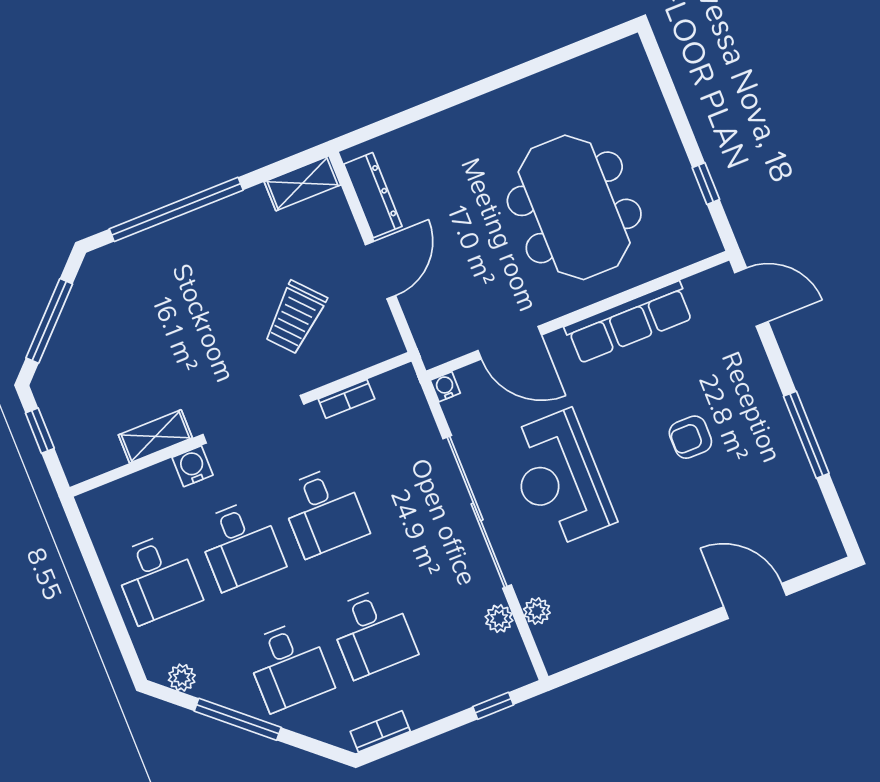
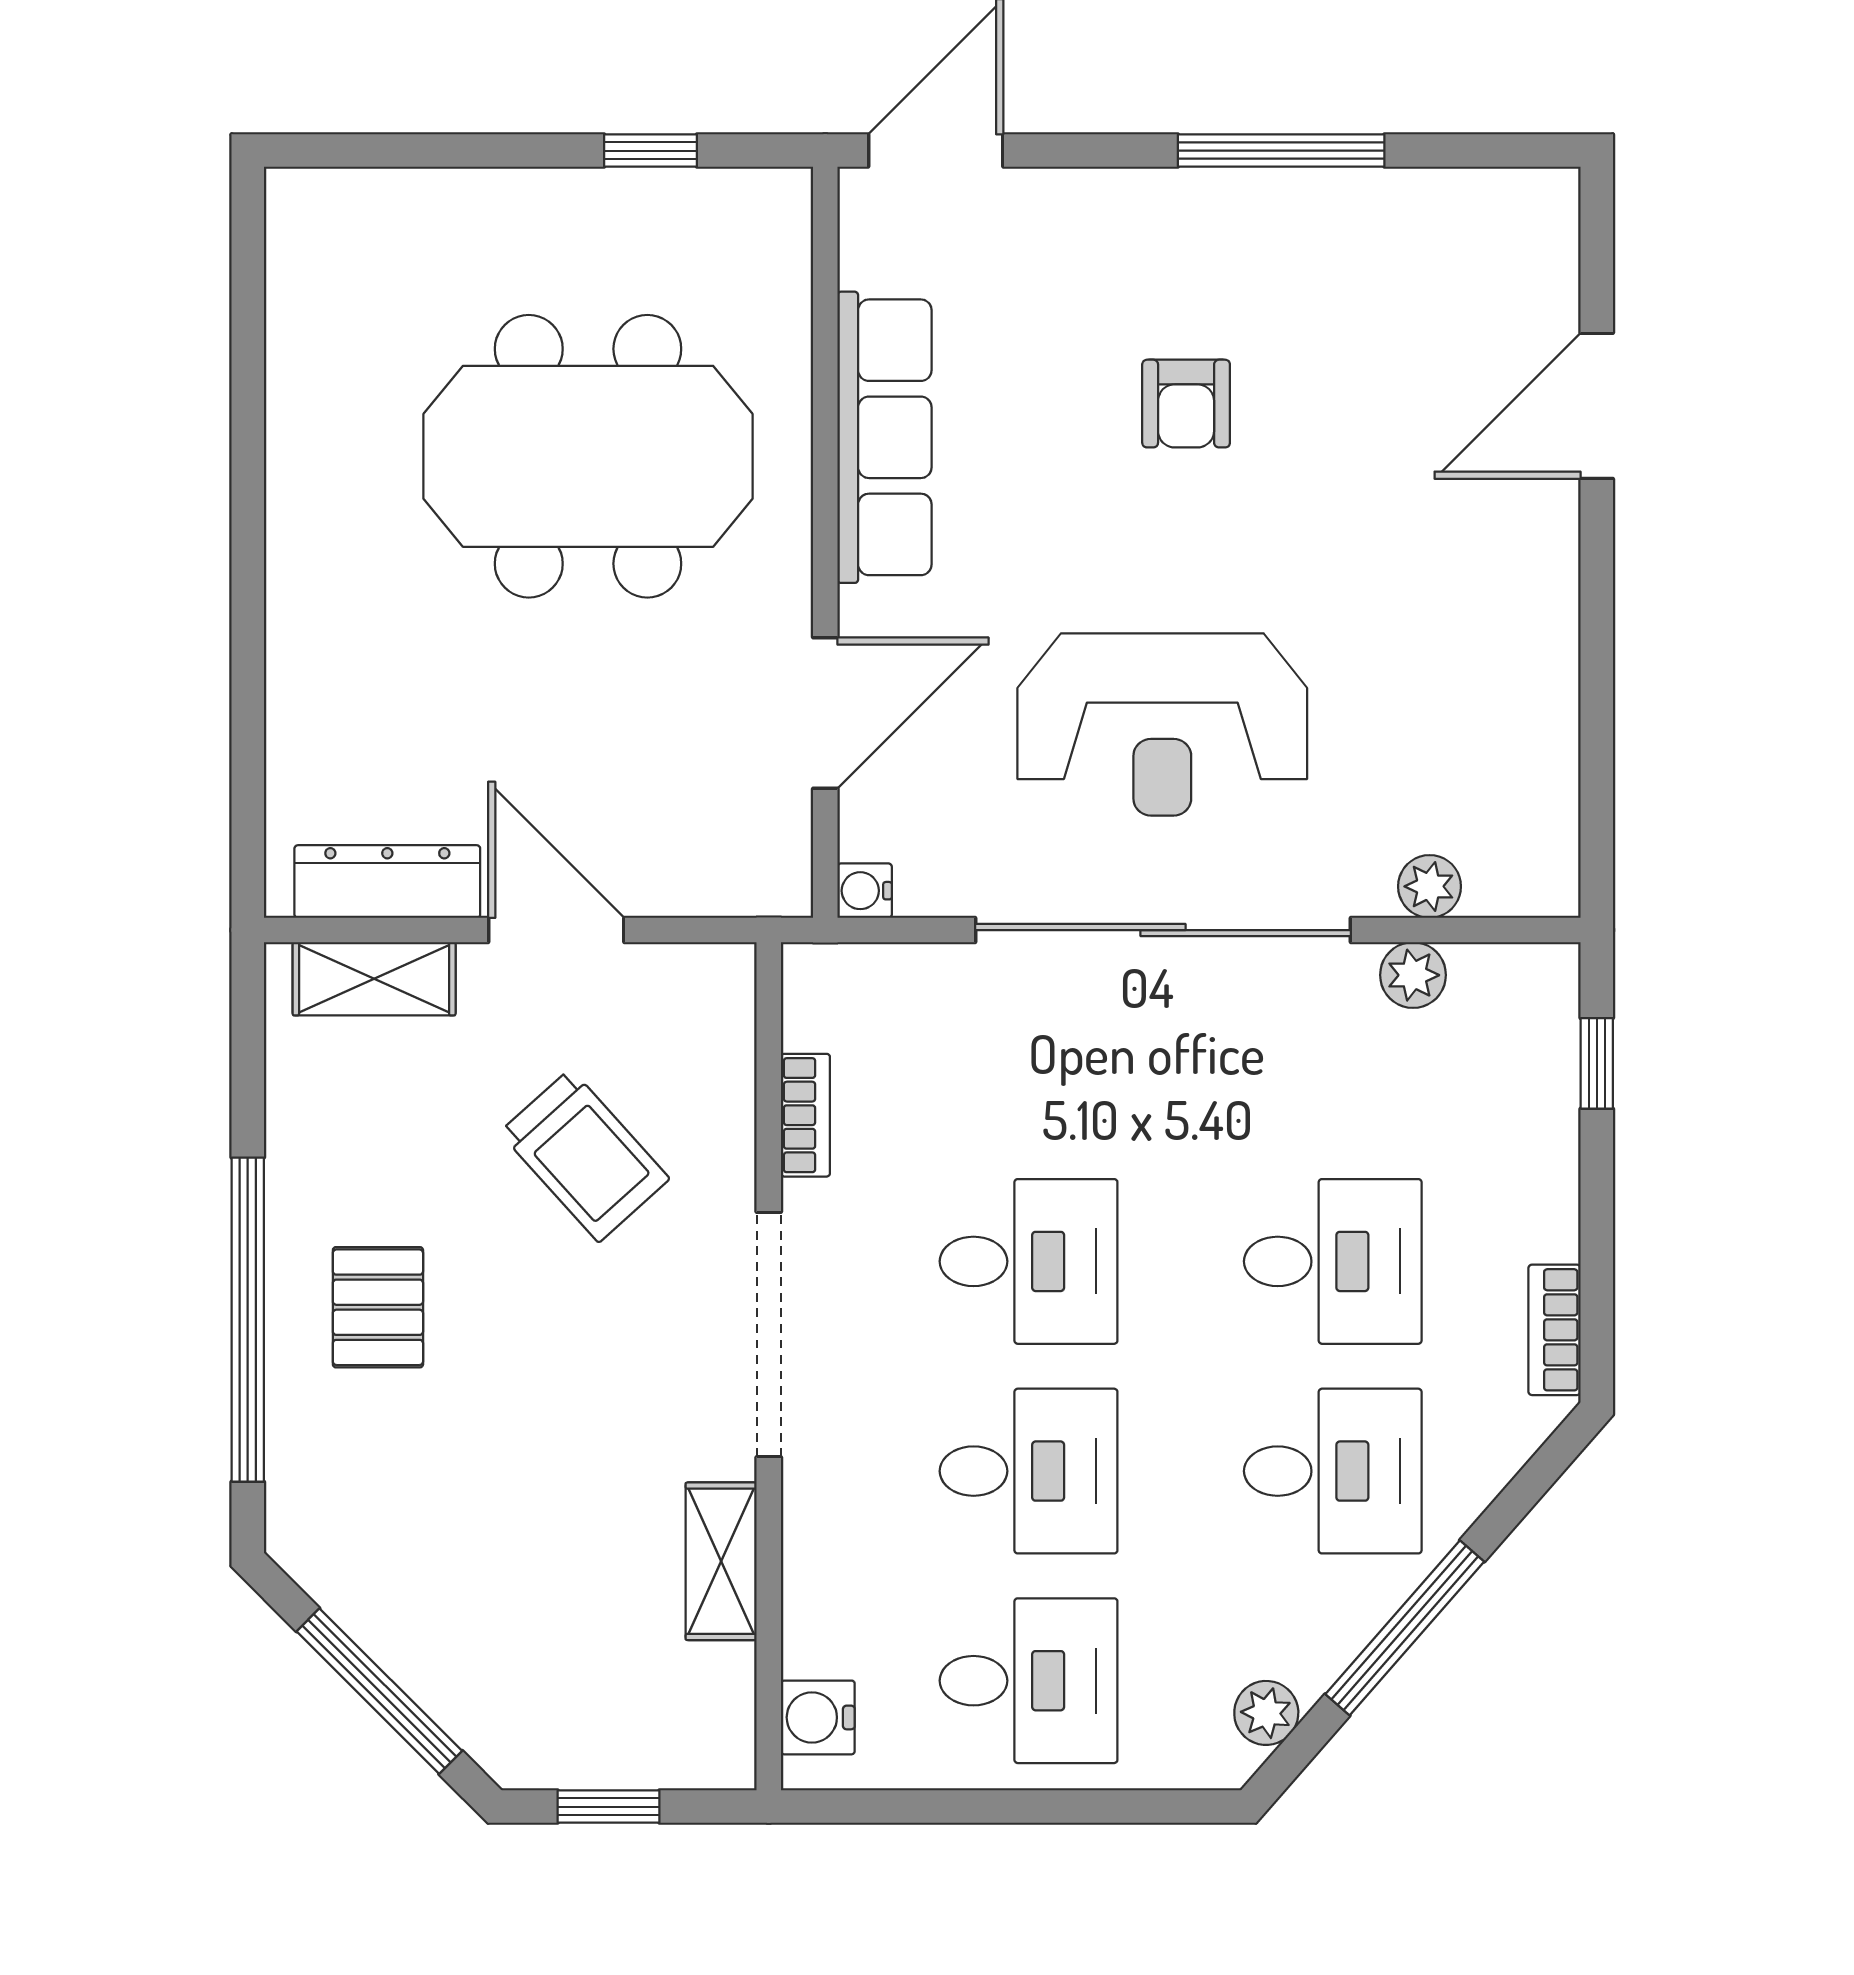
shelving: (302, 183) -> (374, 979), moved, turned 90
pallet: (202, 259) -> (378, 1307), added
water cooler: (193, 466) -> (818, 1717), moved

